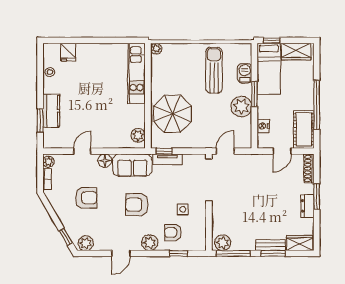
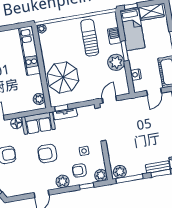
plant: (86, 243) -> (101, 175), moved

